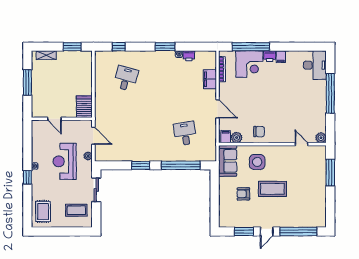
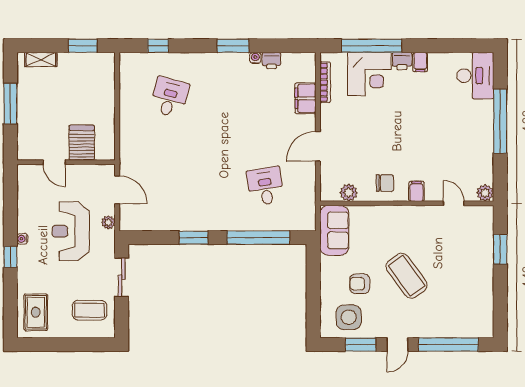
server rack: (84, 107) -> (82, 143), moved
door: (218, 109) -> (318, 146), swing flipped
filing cabinet: (226, 137) -> (417, 191), moved
side table: (257, 162) -> (349, 317), moved
window: (330, 173) -> (500, 249), width x0.69
coffee table: (272, 189) -> (407, 276), turned 54

